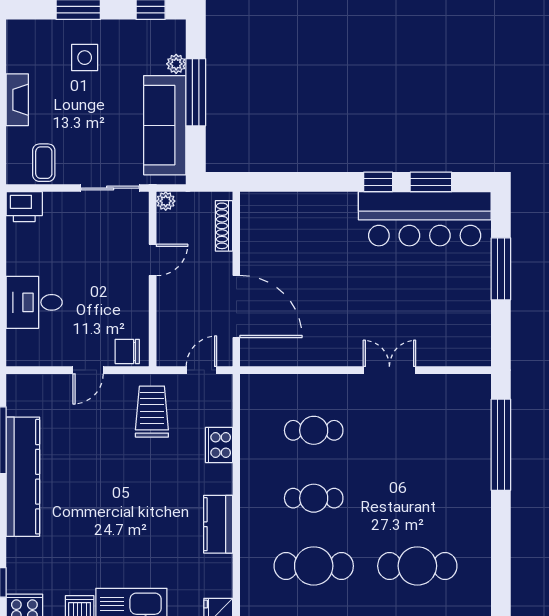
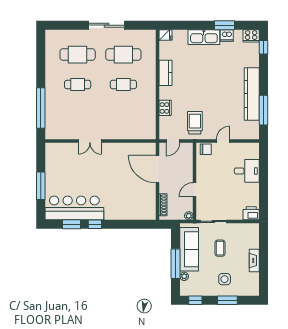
coffee table: (44, 163) -> (220, 248), moved
trolley: (152, 412) -> (195, 123), turned 180
cafe table: (314, 430) -> (78, 84), moved

